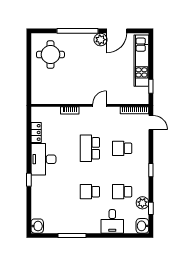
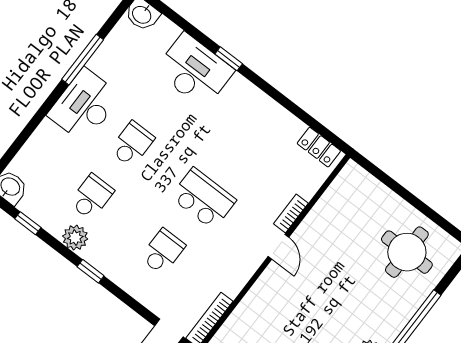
door: (100, 105) -> (278, 247), moved
locker: (36, 132) -> (319, 147), moved
desk: (43, 159) -> (194, 71), moved
plant: (142, 203) -> (75, 238), moved
desk: (112, 221) -> (84, 105), moved, width x1.37

